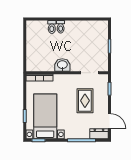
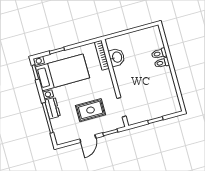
washbasin: (62, 65) -> (117, 57), moved
door: (109, 121) -> (88, 139), moved
dresser: (99, 134) -> (52, 108), moved

